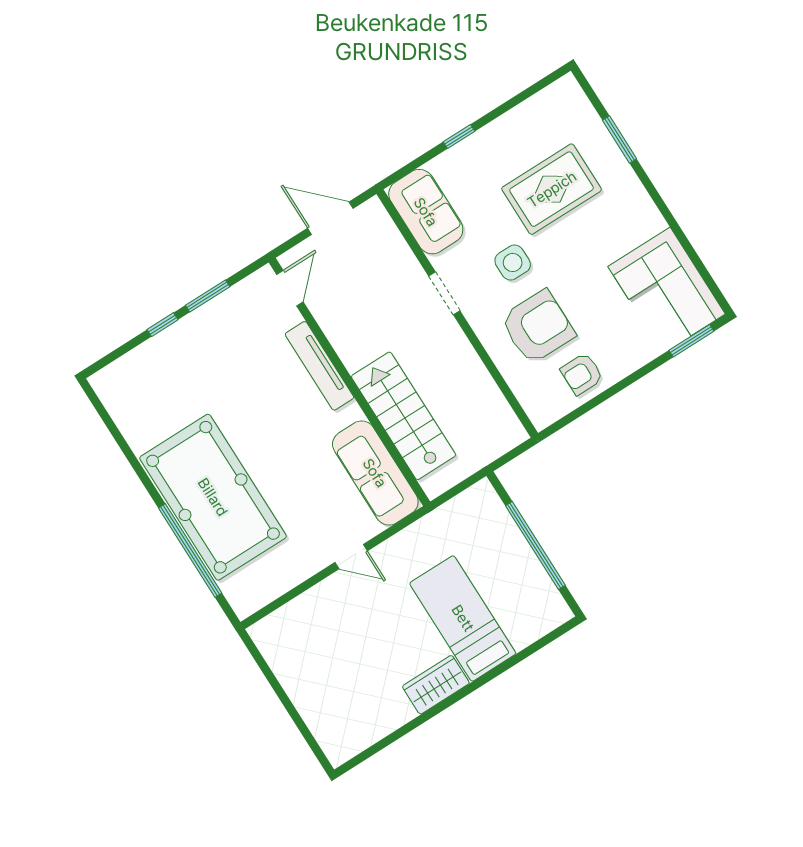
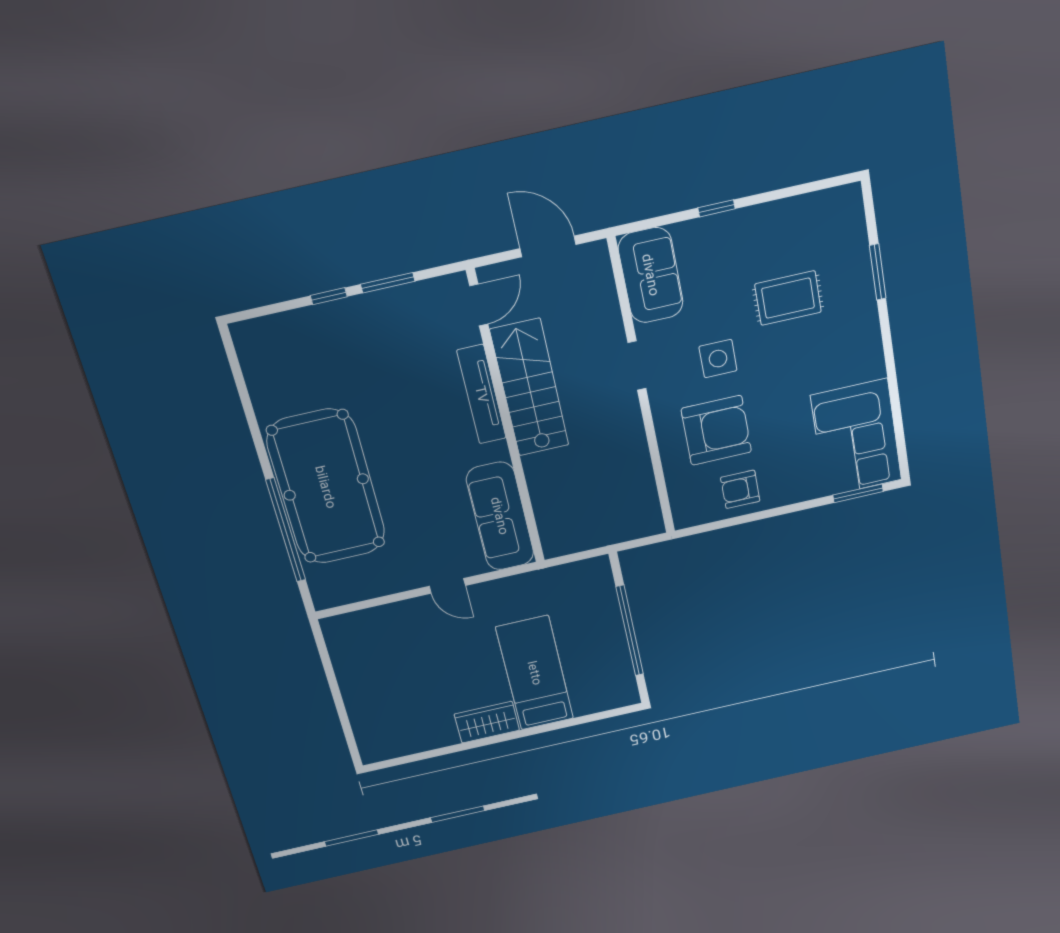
rug: (552, 189) -> (788, 298), width x0.73, depth x0.70
stairs: (404, 416) -> (530, 388), moved

